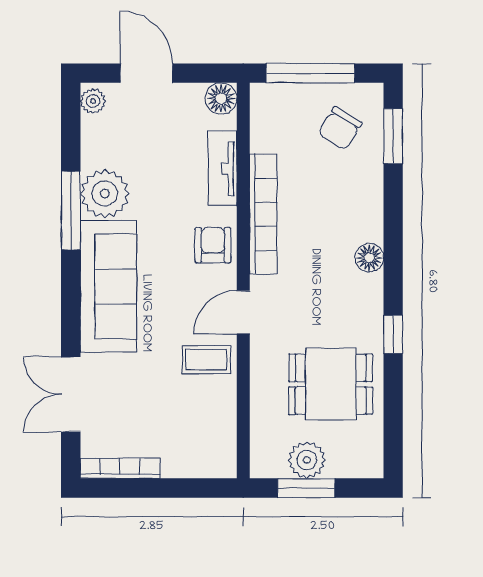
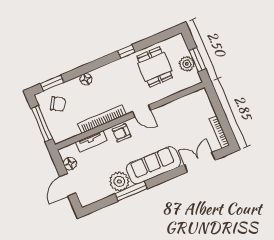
floor lamp: (221, 99) -> (70, 164), moved
plant: (93, 101) -> (87, 200), removed
floor lamp: (369, 258) -> (86, 79), moved
coffee table: (206, 360) -> (165, 117), removed
double door: (71, 394) -> (200, 162), swing flipped

